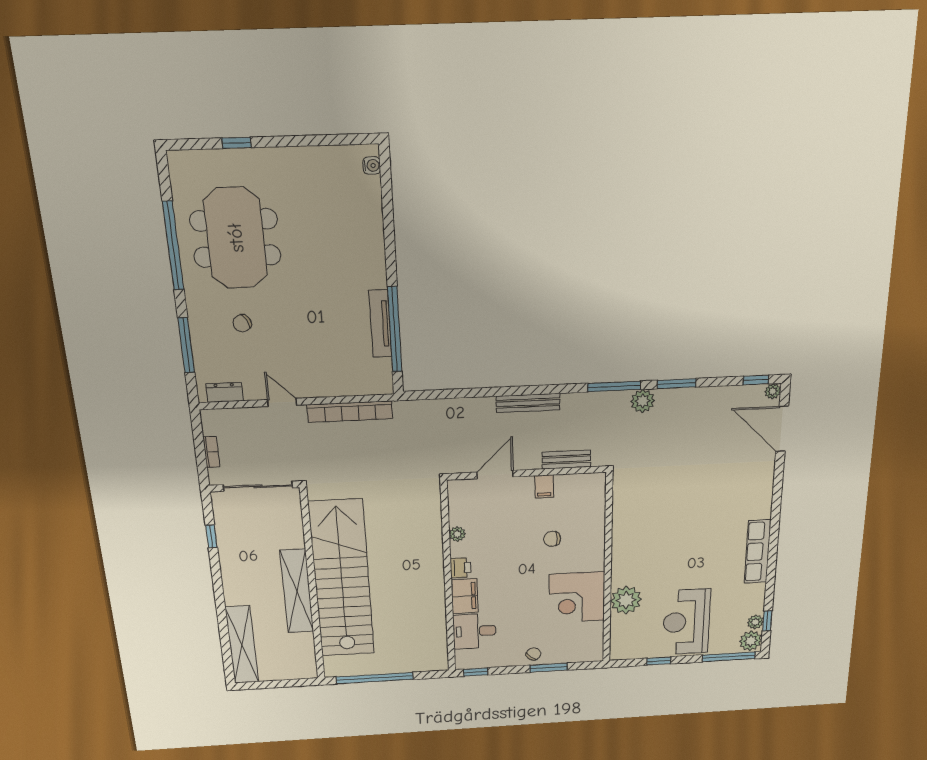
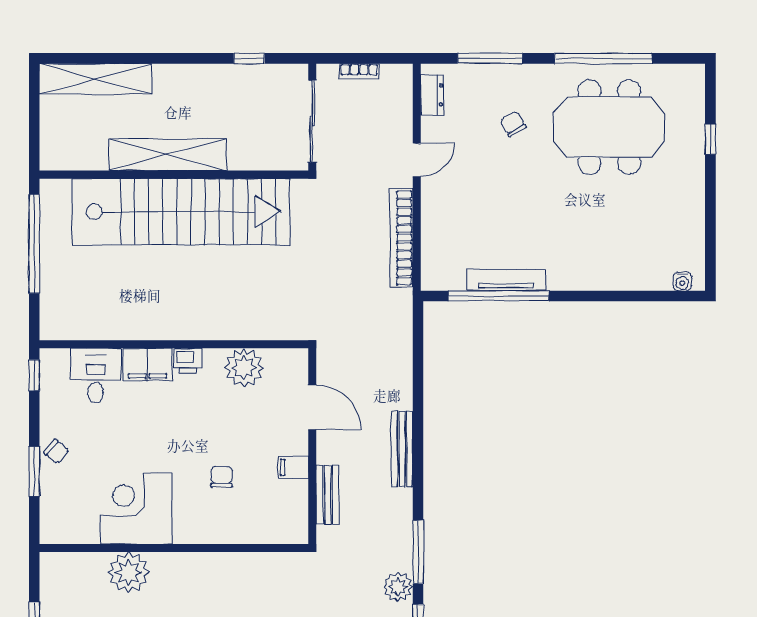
plant: (457, 534) -> (244, 368), width x1.88, depth x1.88

